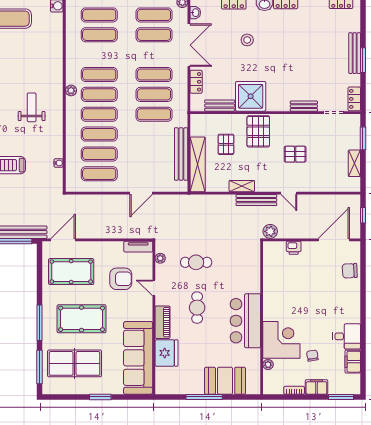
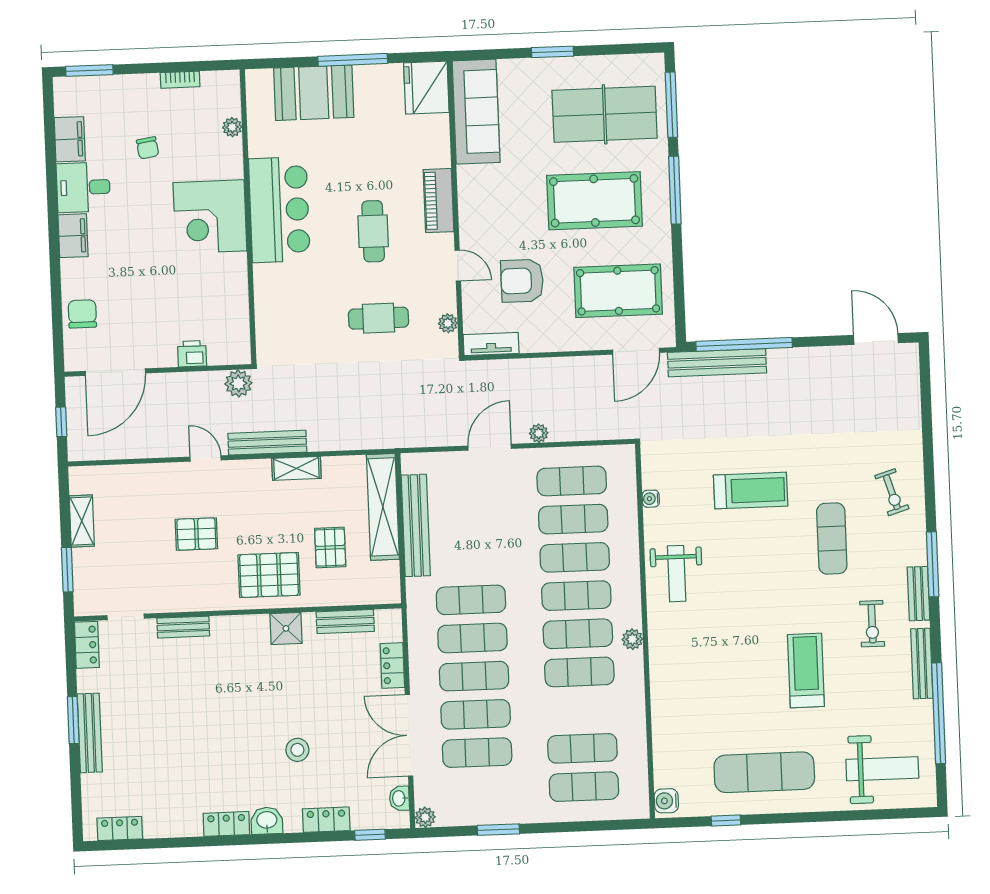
exercise mat: (154, 15) -> (476, 714), moved
shower: (251, 96) -> (286, 628), width x0.54, depth x0.54
weight bench: (32, 107) -> (677, 574), moved
pallet: (258, 131) -> (269, 575), turned 90
plant: (115, 199) -> (539, 433), added
chair: (350, 271) -> (82, 314), turned -87
corner desk: (281, 340) -> (210, 217), moved
fridge: (166, 353) -> (426, 88), moved
sofa: (138, 358) -> (476, 112), width x0.74, depth x0.79
filing cabinet: (316, 387) -> (73, 236), moved, turned -90

